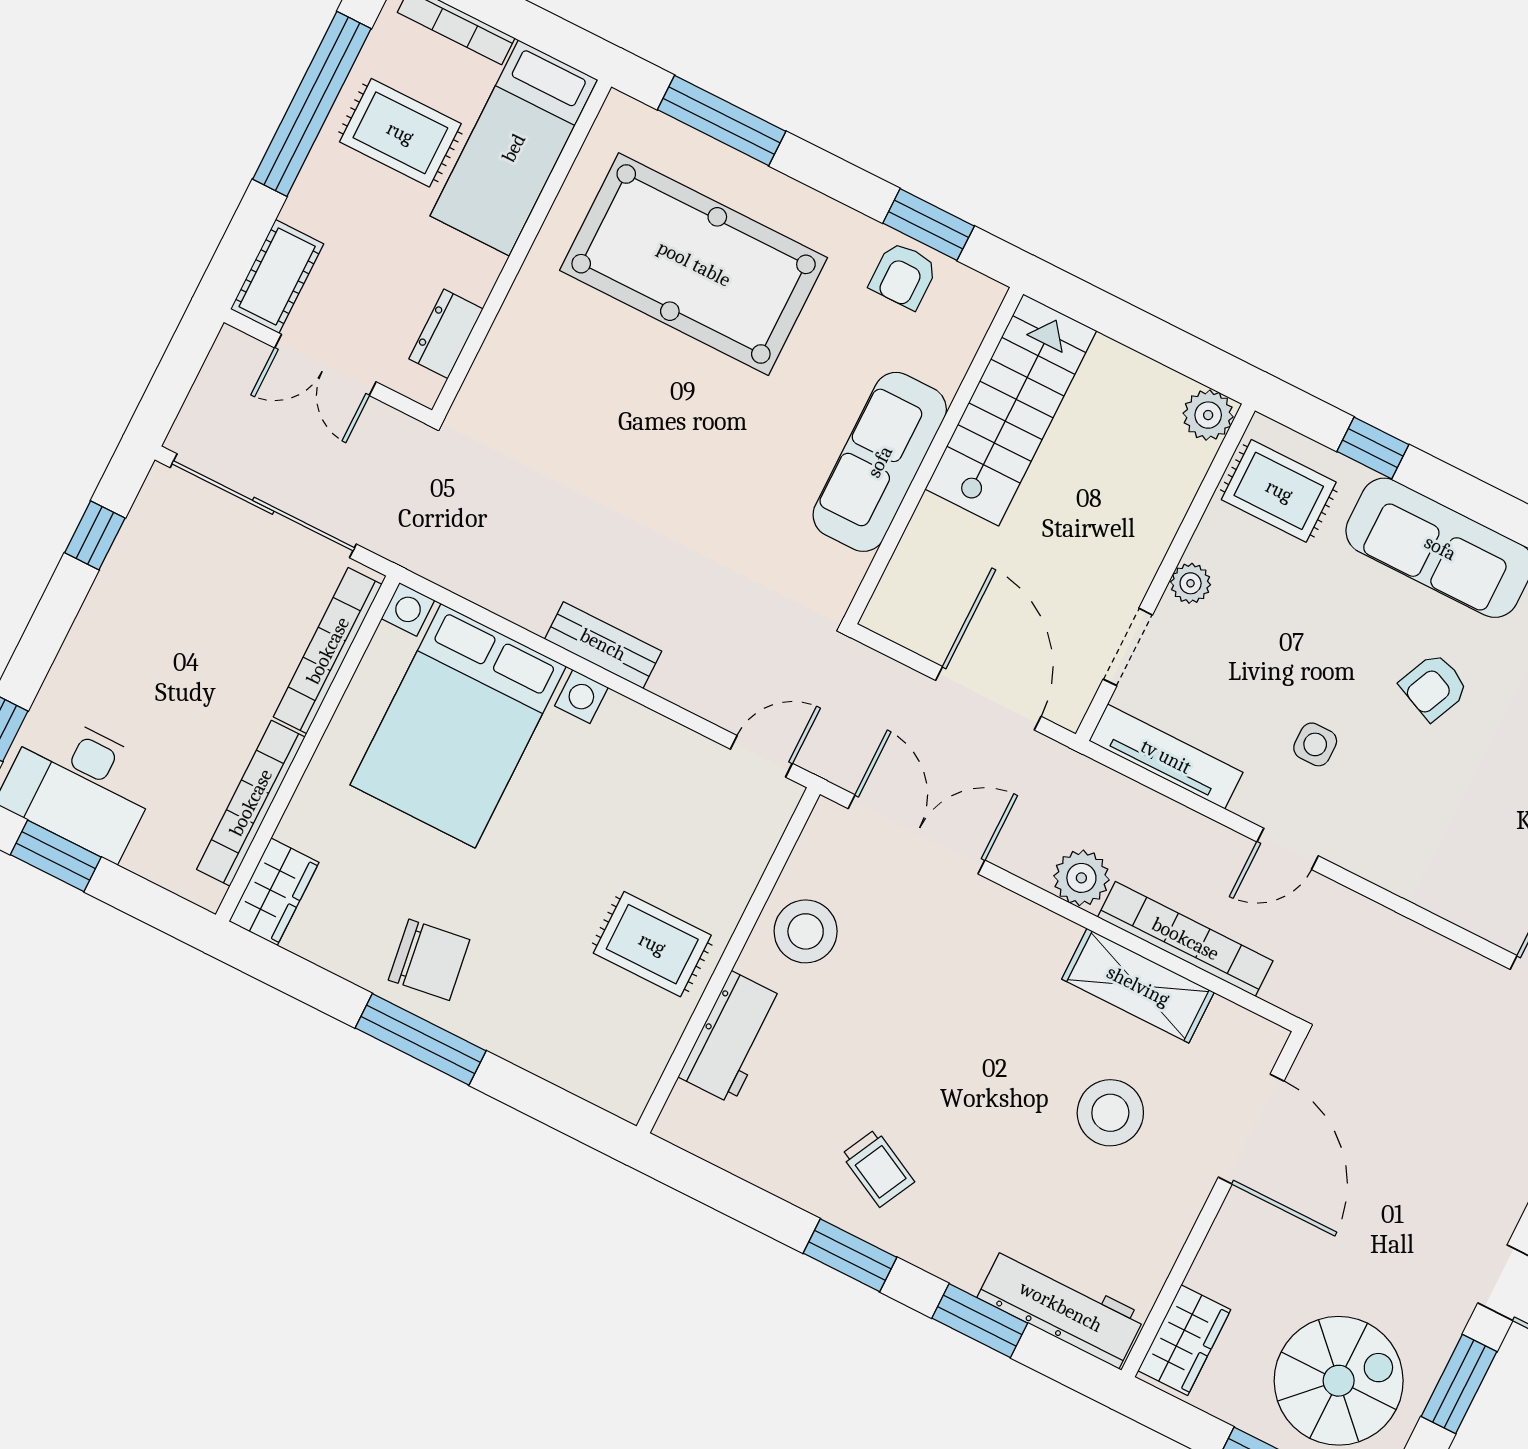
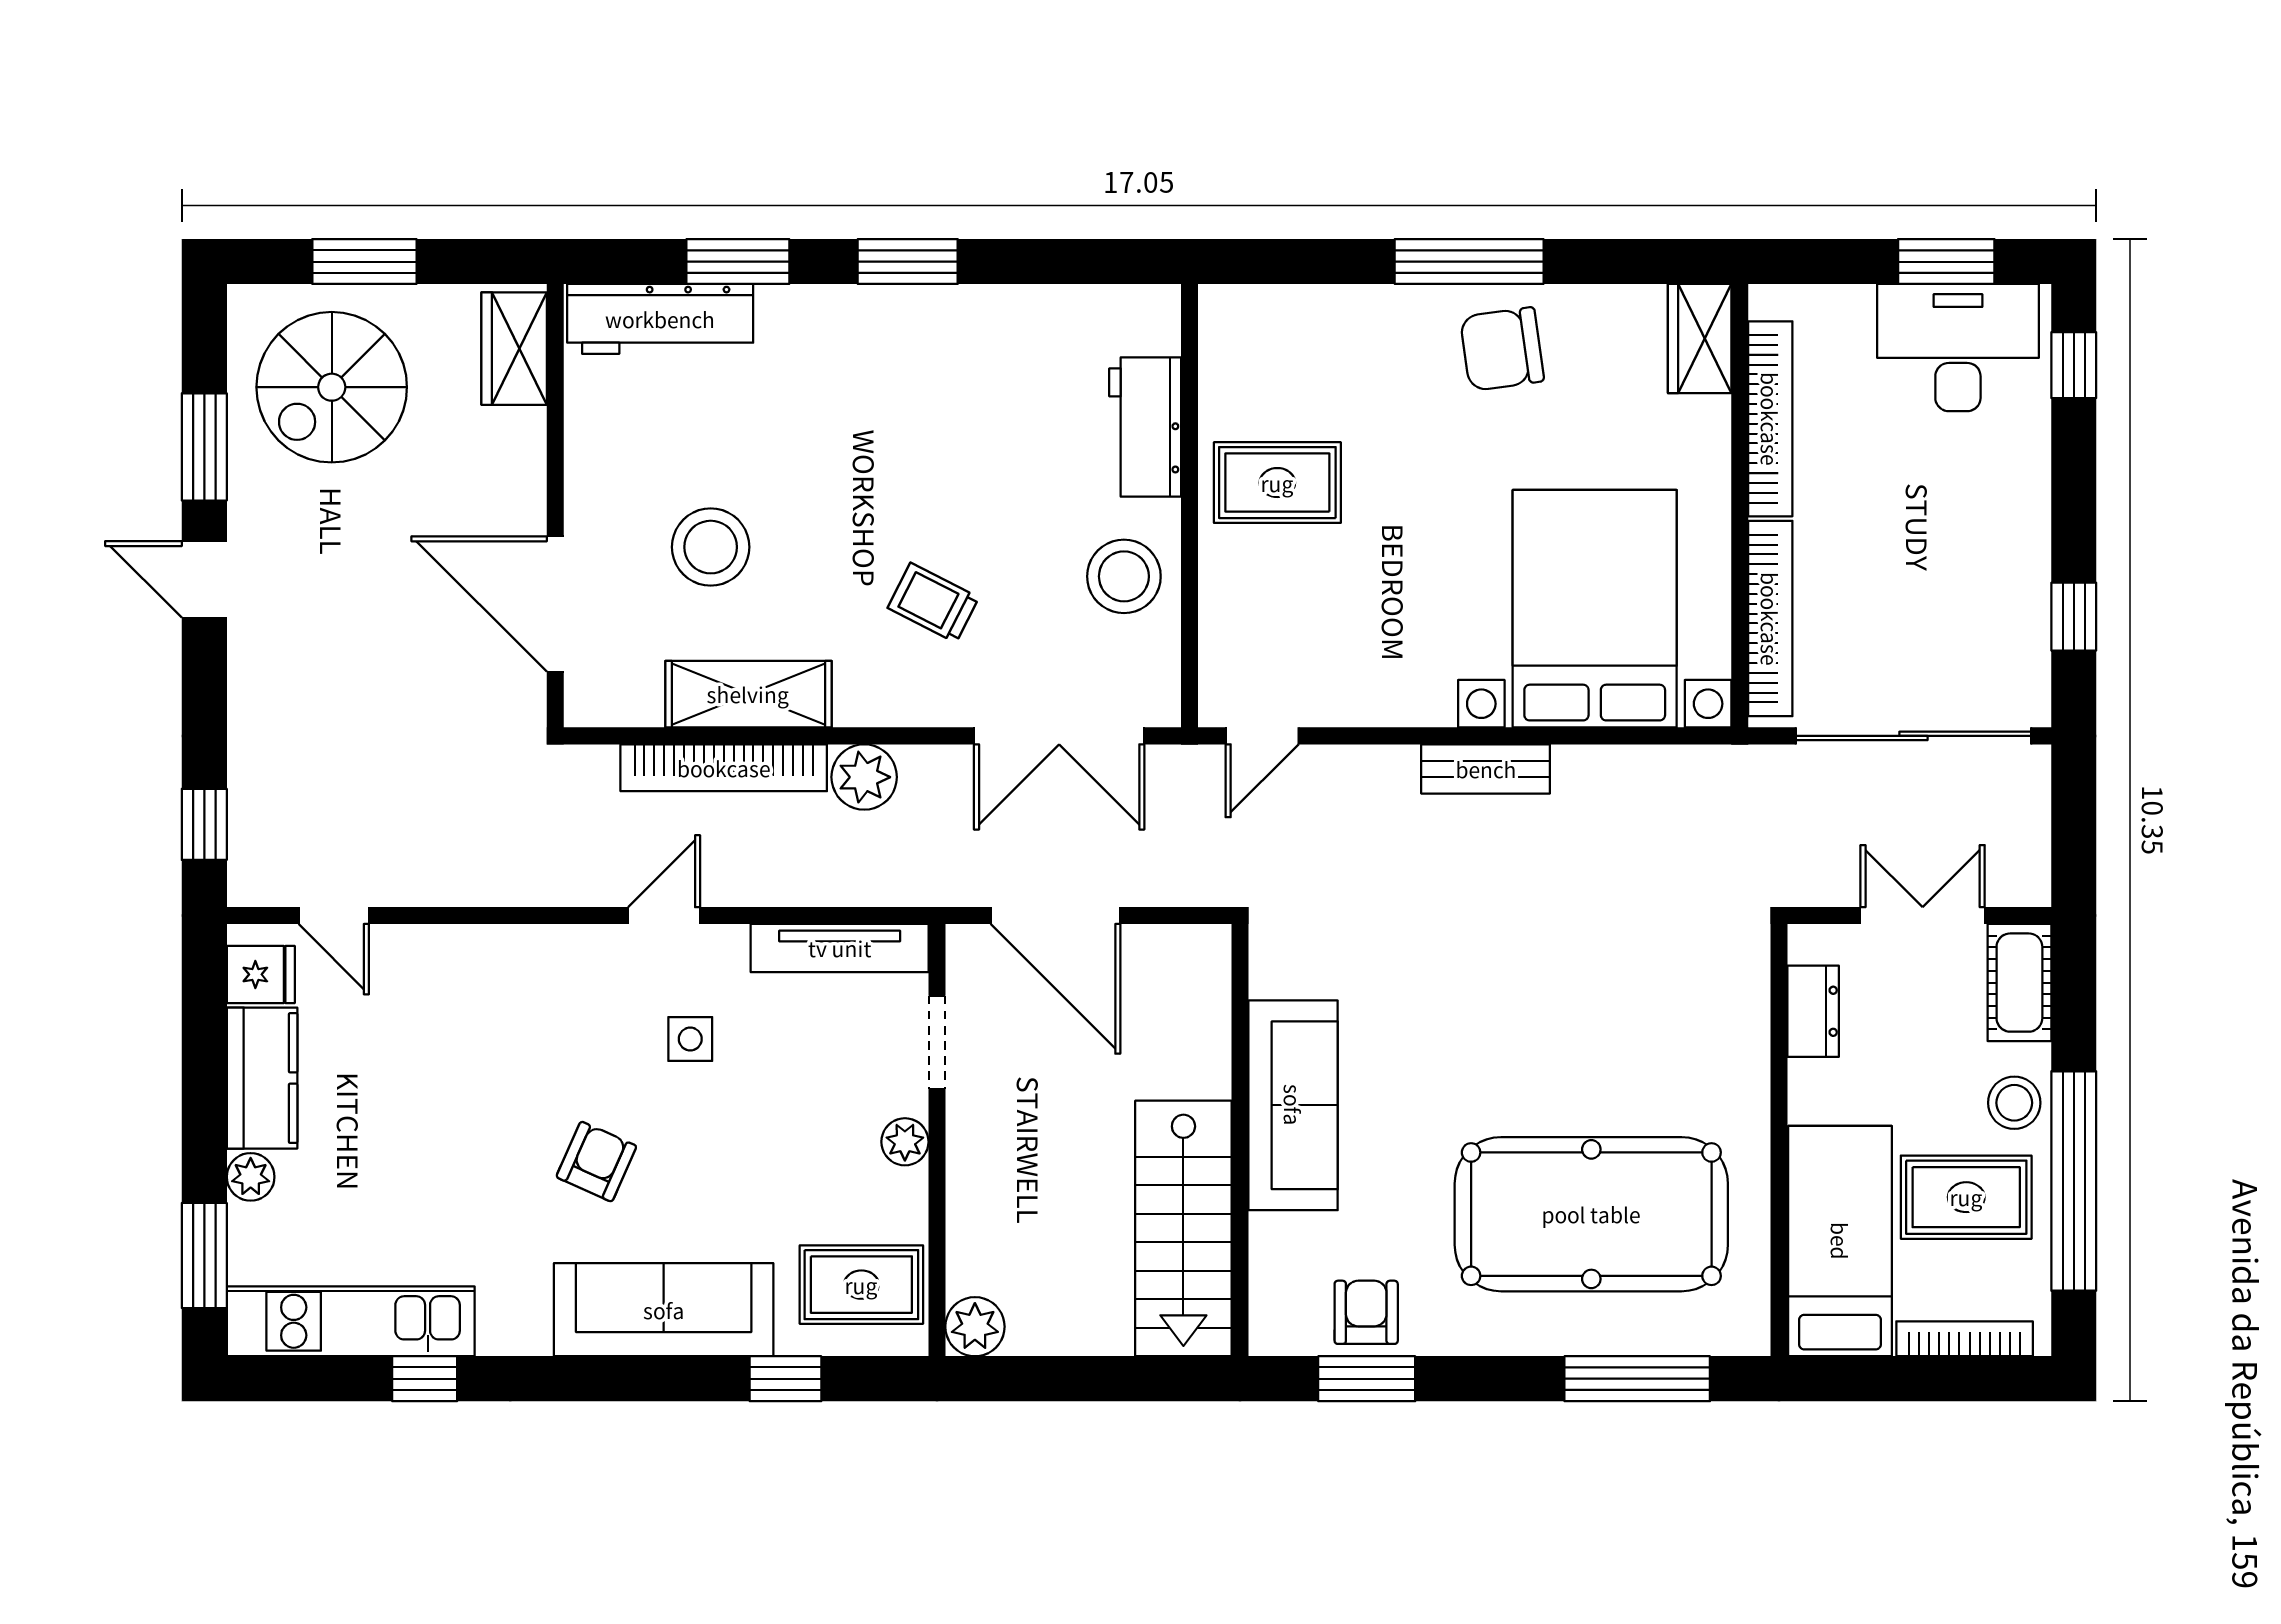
stool: (327, 187) -> (2014, 1103), added
trolley: (878, 1168) -> (933, 603), moved

